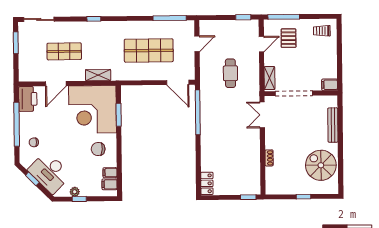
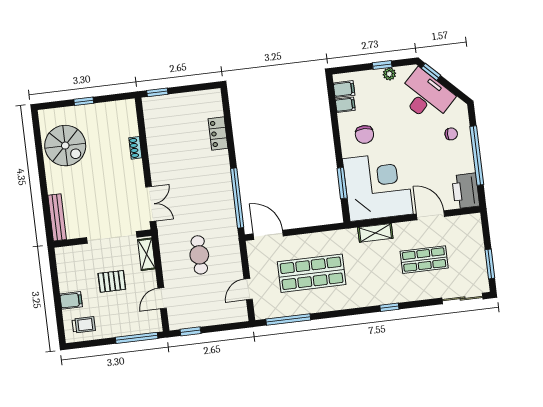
pallet: (289, 38) -> (112, 281), moved, turned 90
door: (56, 84) -> (430, 215), hinge flipped
filing cabinet: (330, 85) -> (71, 300), moved
bench: (333, 125) -> (57, 217), moved
chair: (98, 149) -> (364, 134), turned 87
window: (32, 179) -> (431, 72), moved
locker: (207, 183) -> (218, 133), moved

